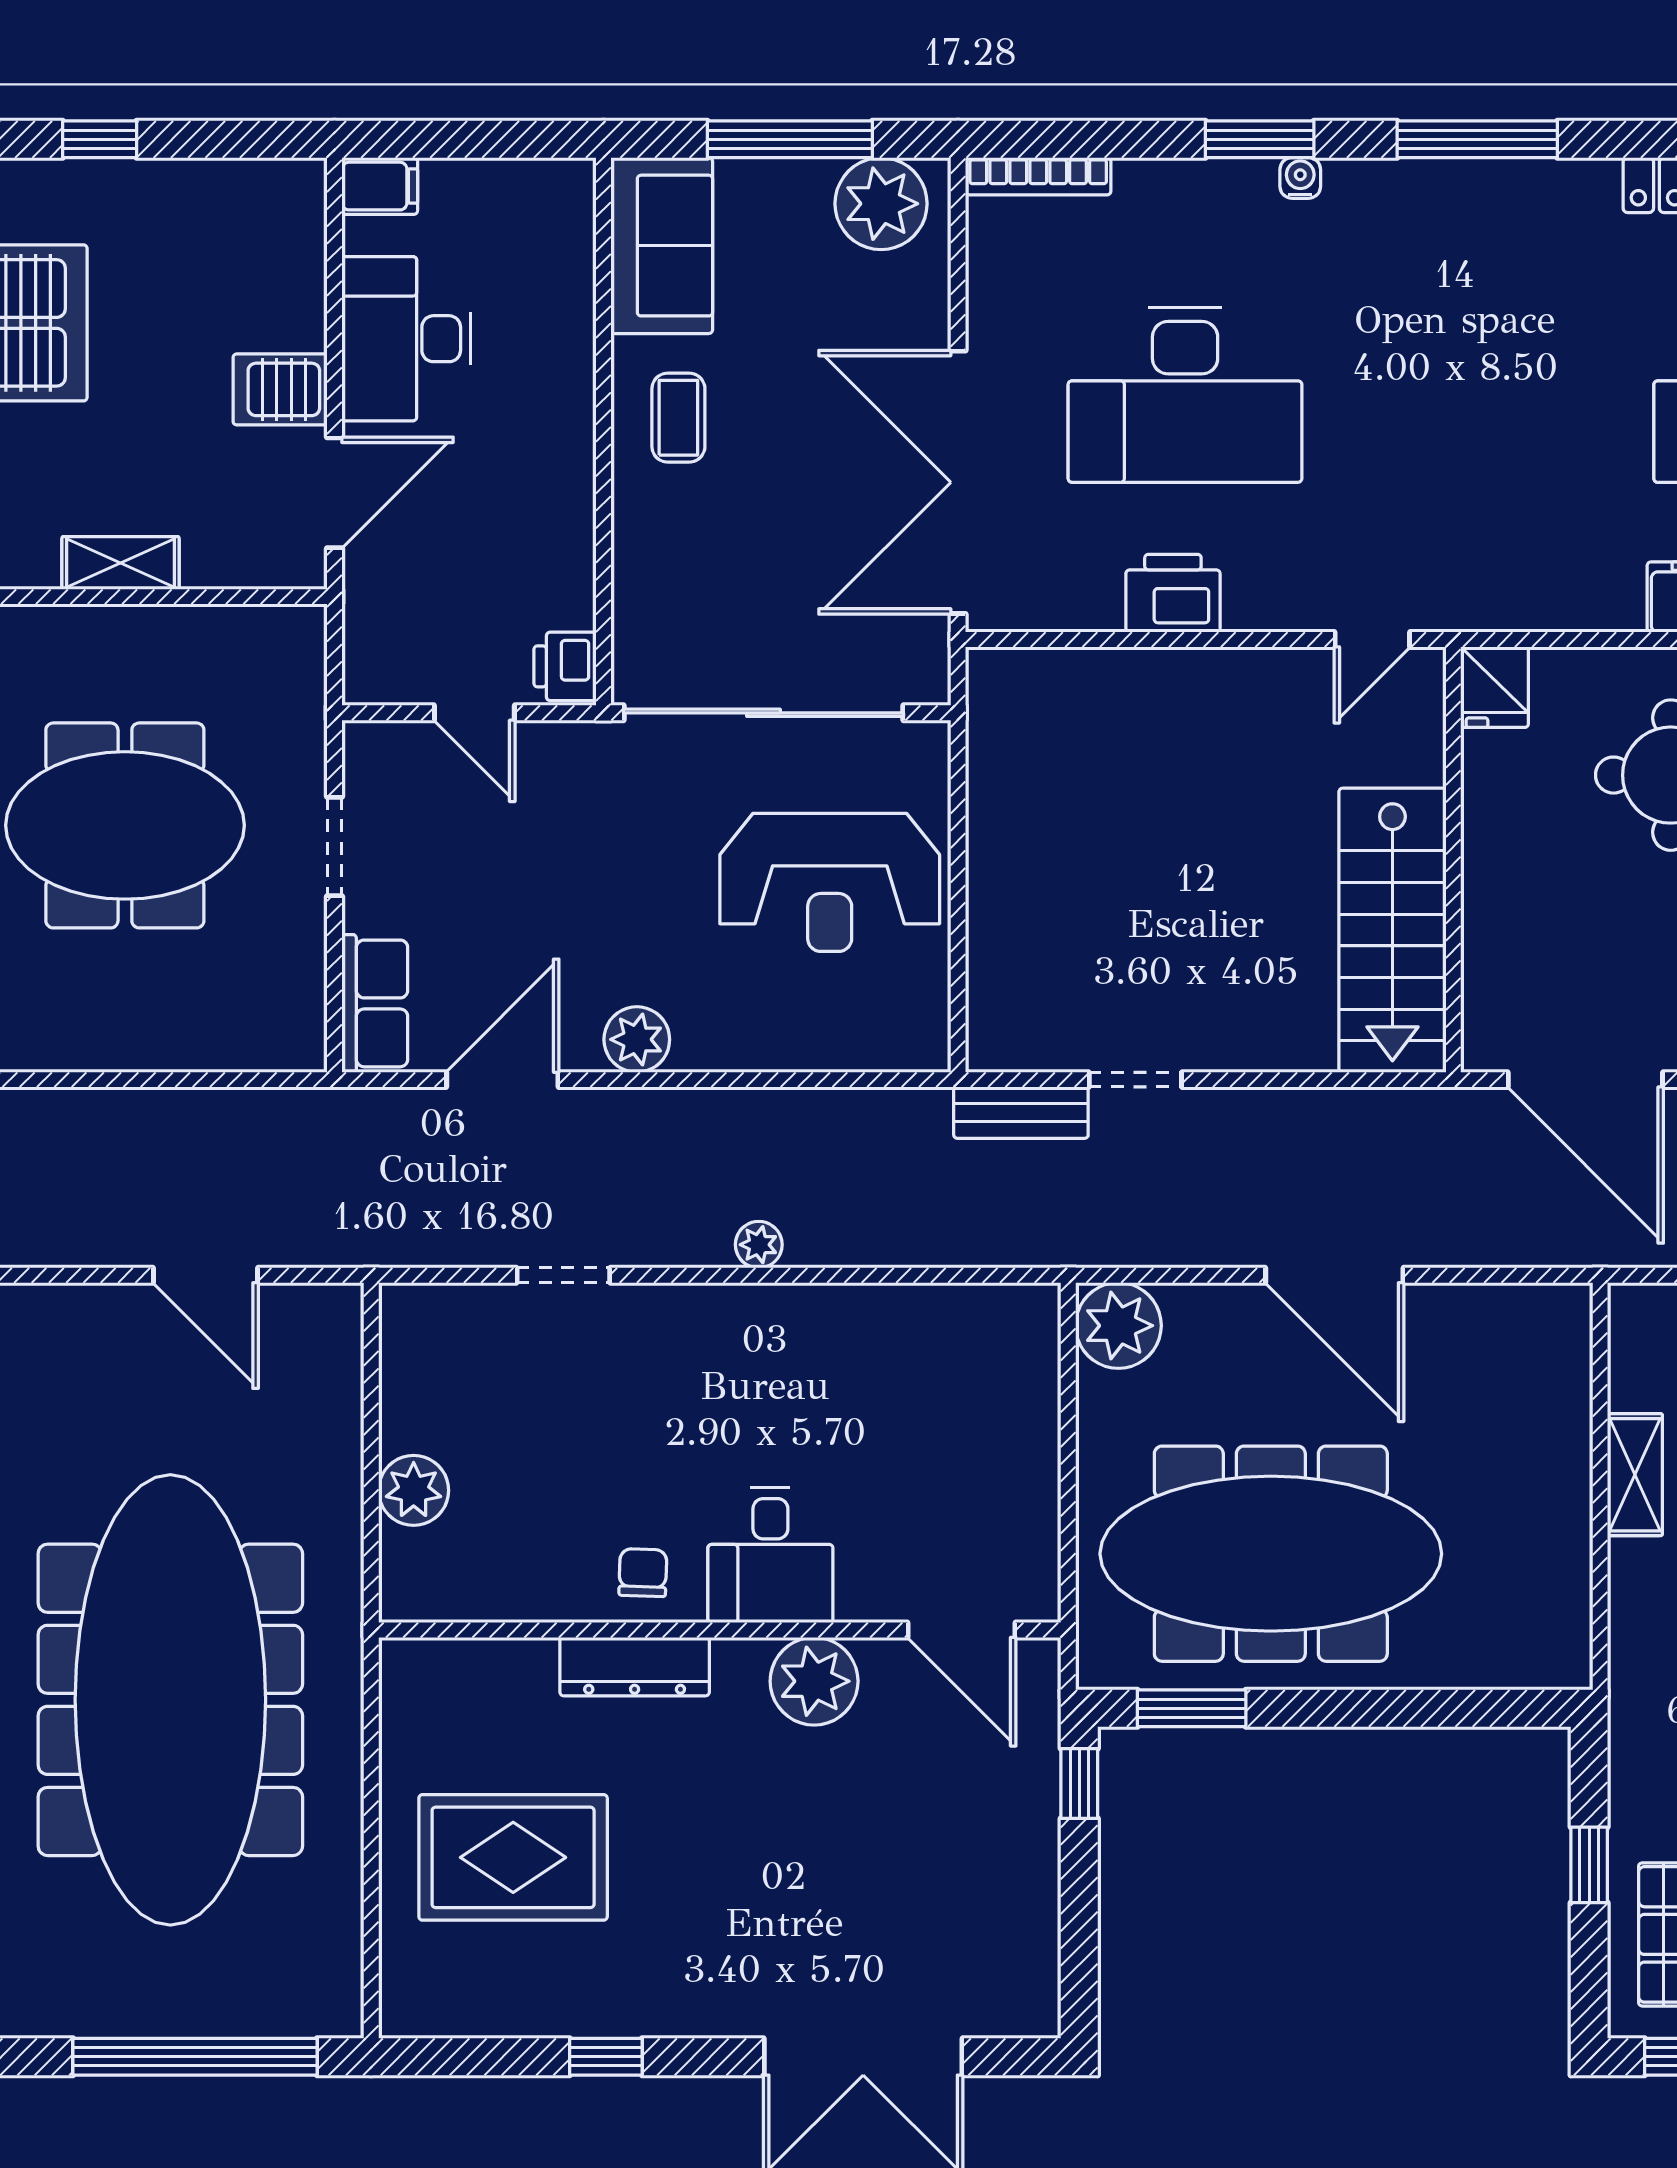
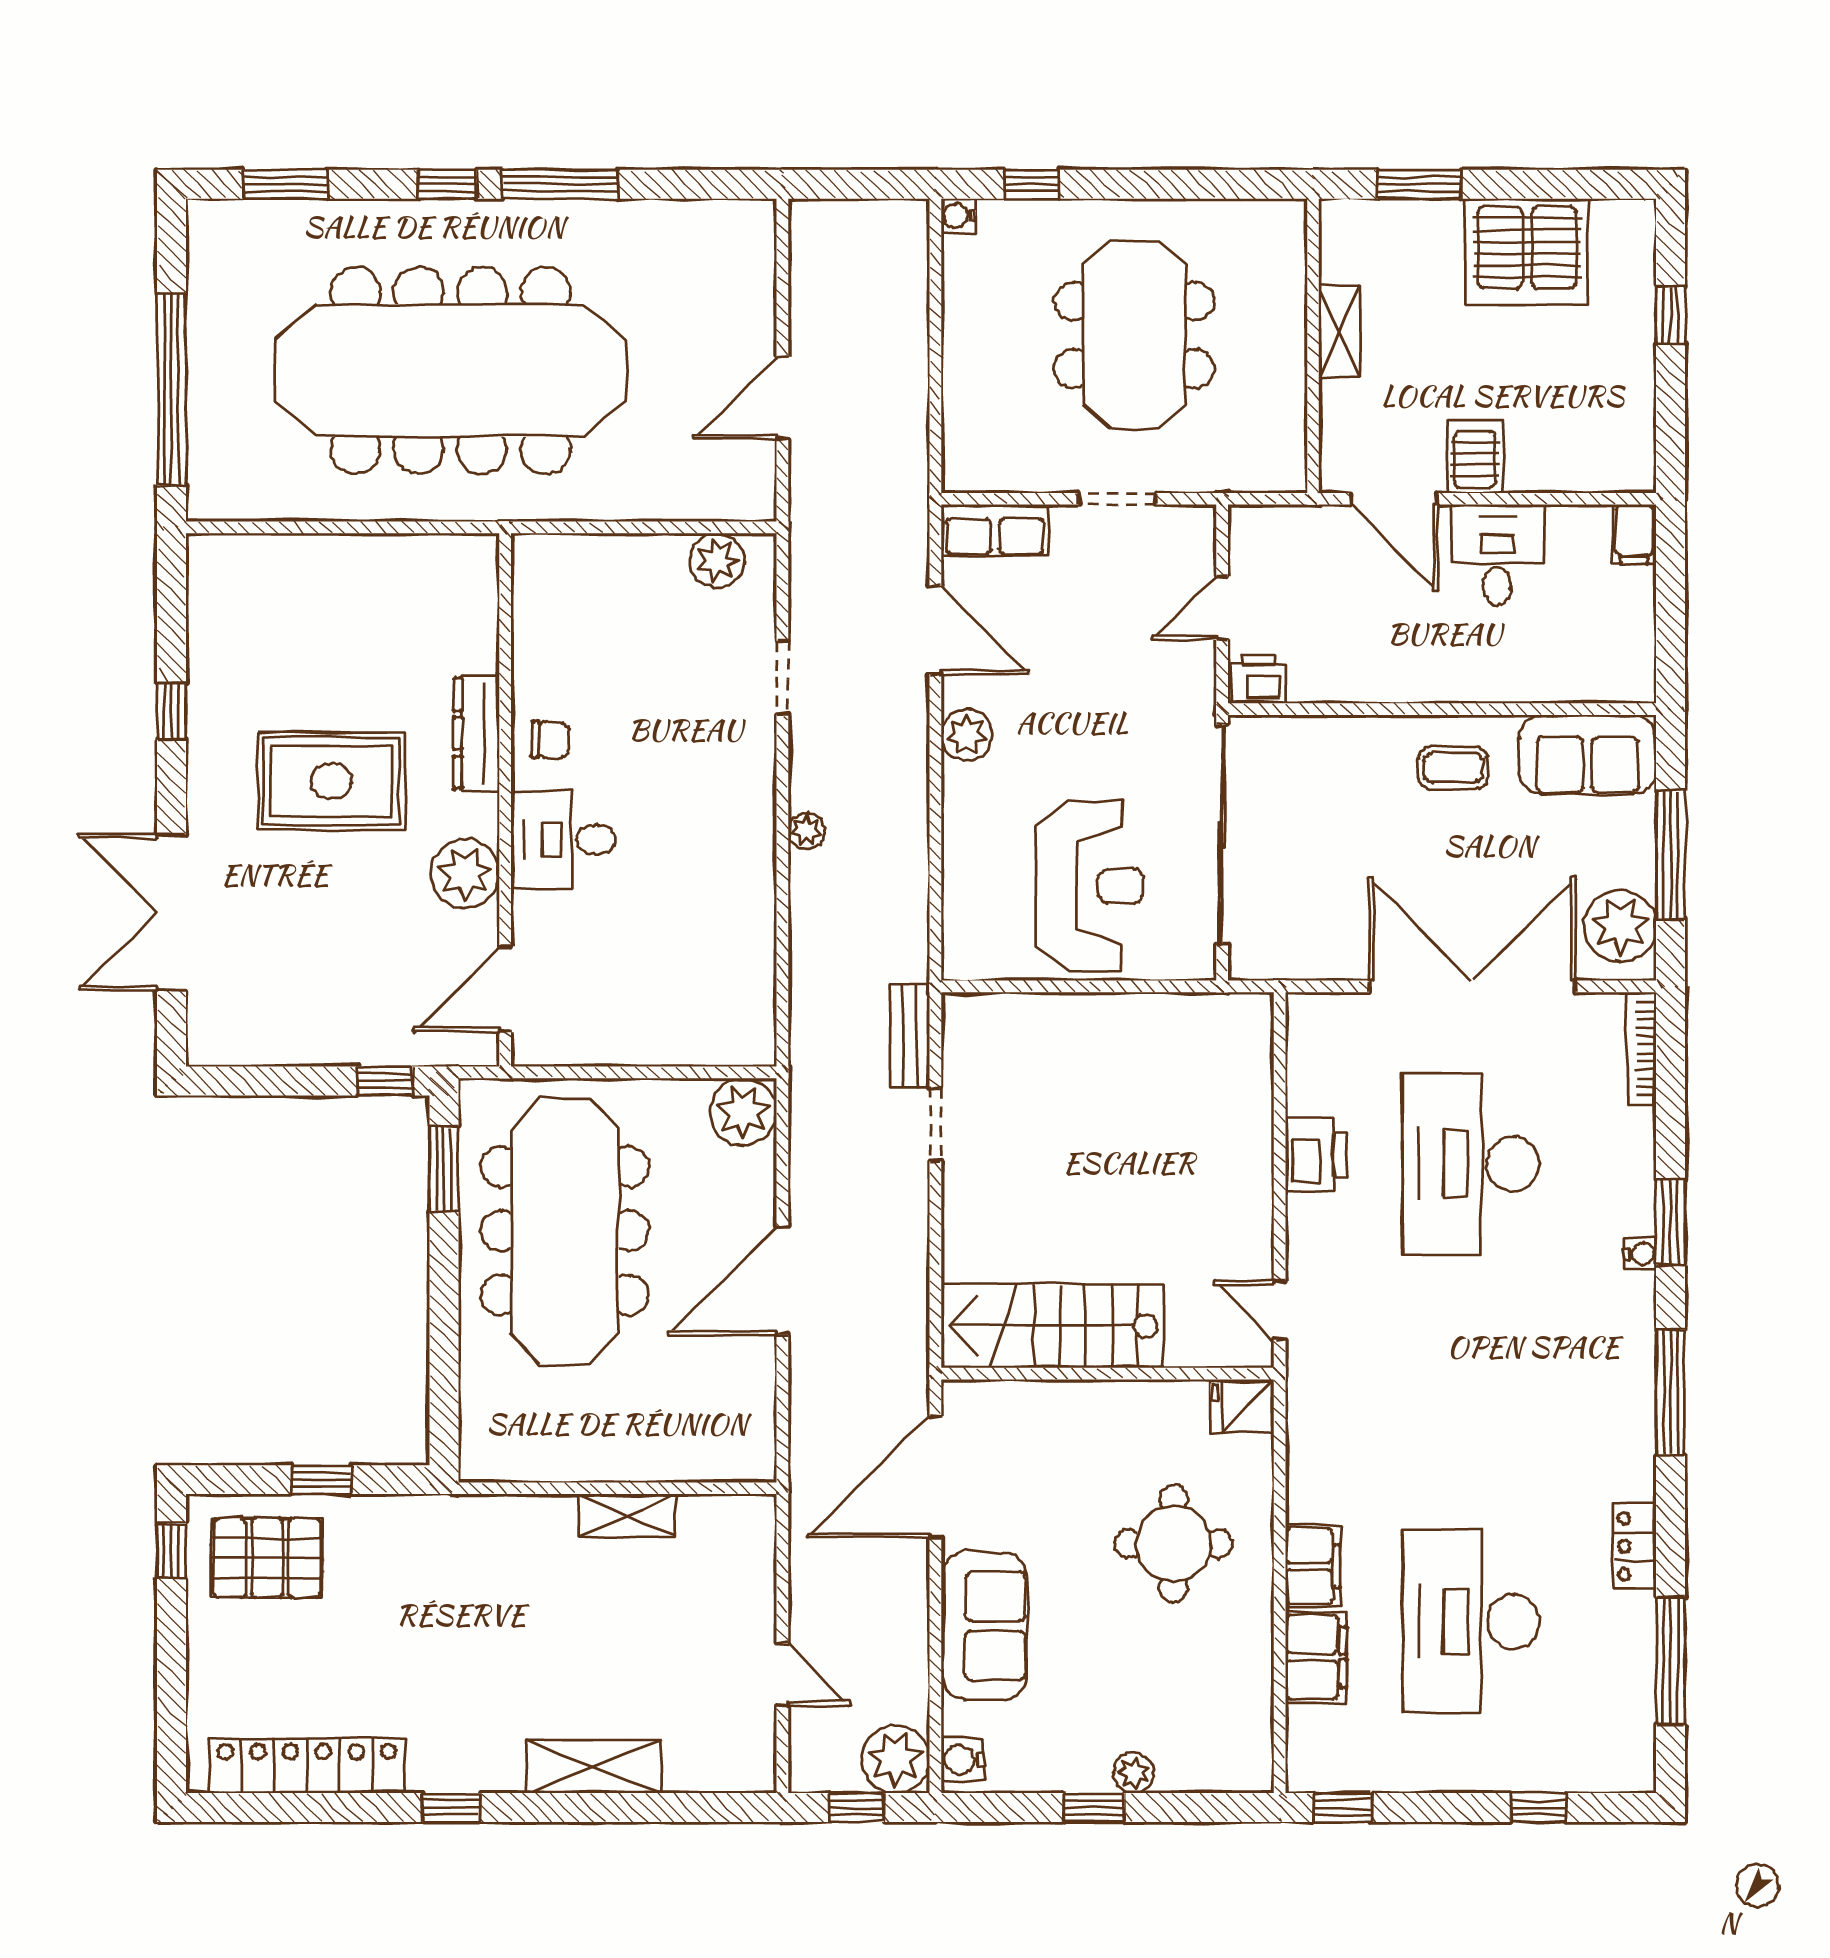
desk: (406, 339) -> (1497, 555), width x0.73
double door: (958, 482) -> (1472, 986), moved
reception desk: (830, 882) -> (1090, 886), turned 180
plant: (414, 1490) -> (717, 561), moved
rug: (513, 1857) -> (331, 781), moved, turned 90

